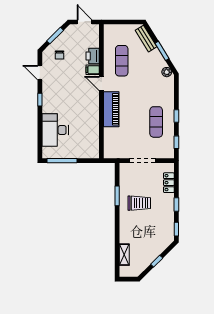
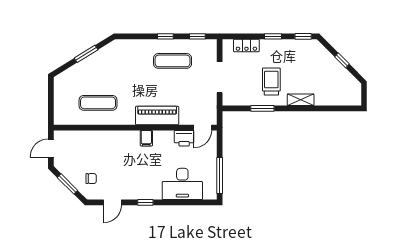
bench: (146, 39) -> (71, 73), removed
printer: (93, 56) -> (184, 138), moved
filing cabinet: (93, 70) -> (146, 138), moved
plant: (167, 72) -> (112, 48), removed
door: (101, 84) -> (203, 128), moved
shelving: (124, 255) -> (301, 100), moved

